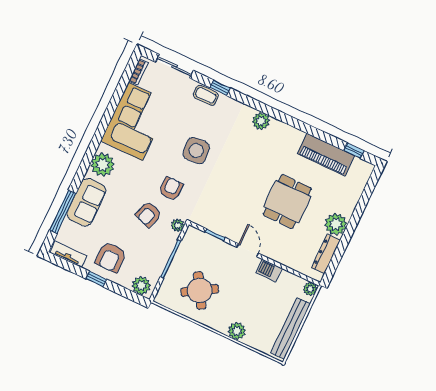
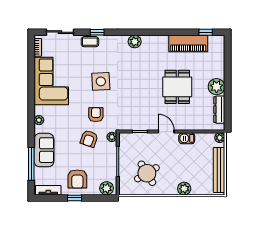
plant: (103, 165) -> (39, 120), width x0.53, depth x0.53

